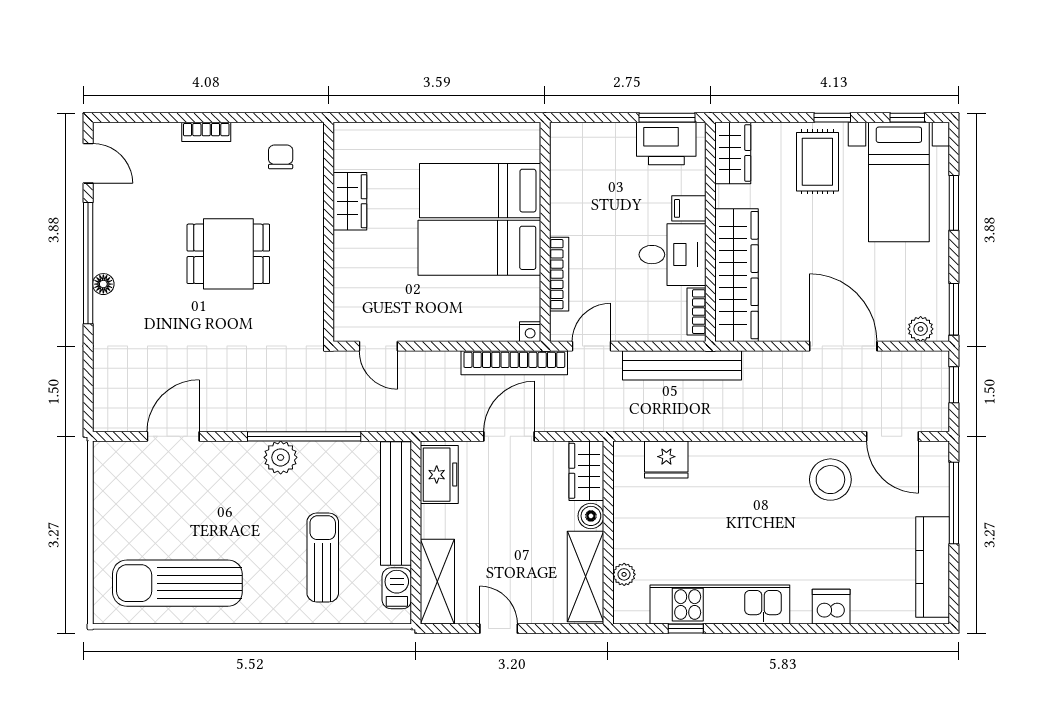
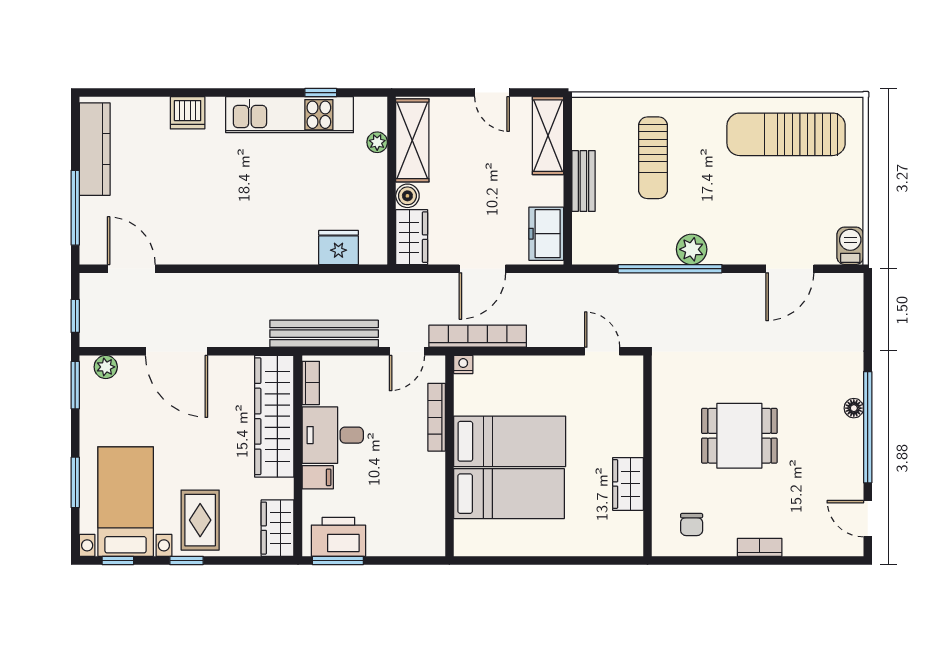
stool: (830, 480) -> (188, 229), removed
bench: (396, 503) -> (583, 181), width x0.54, depth x0.82
sun lounger: (177, 583) -> (786, 134), turned 180
barbecue: (397, 588) -> (850, 246), moved, turned 180

